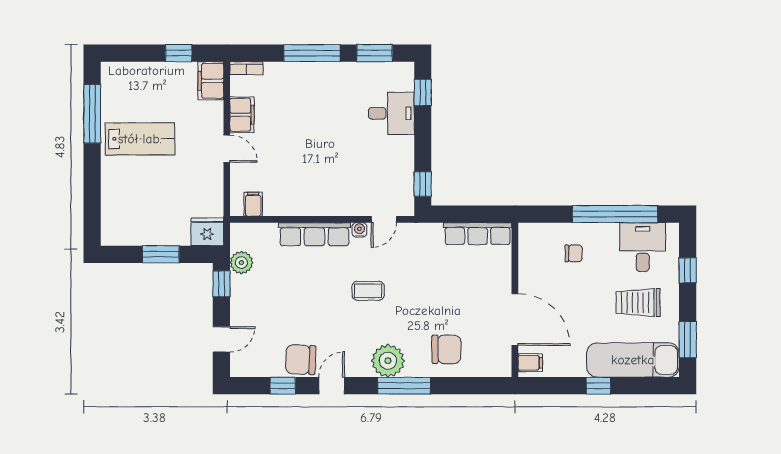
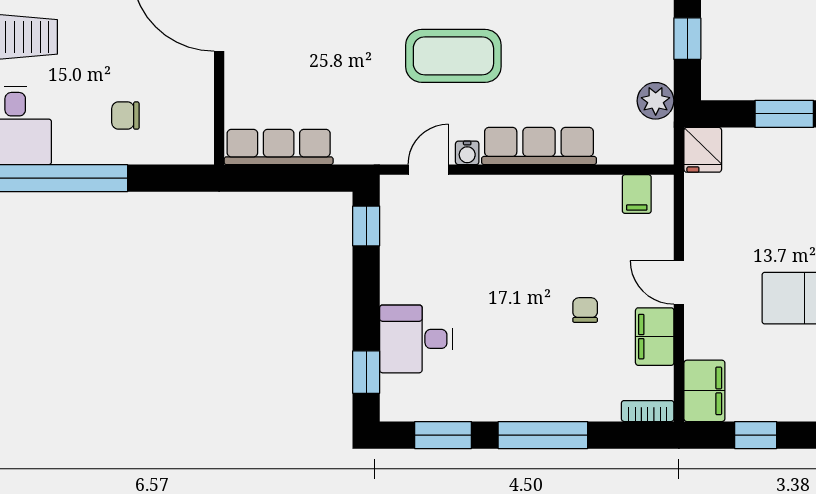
chair: (286, 131) -> (585, 310), added
fridge: (207, 232) -> (703, 150), width x0.72
window: (221, 284) -> (687, 39), moved
coffee table: (368, 291) -> (453, 56), width x1.86, depth x1.72

